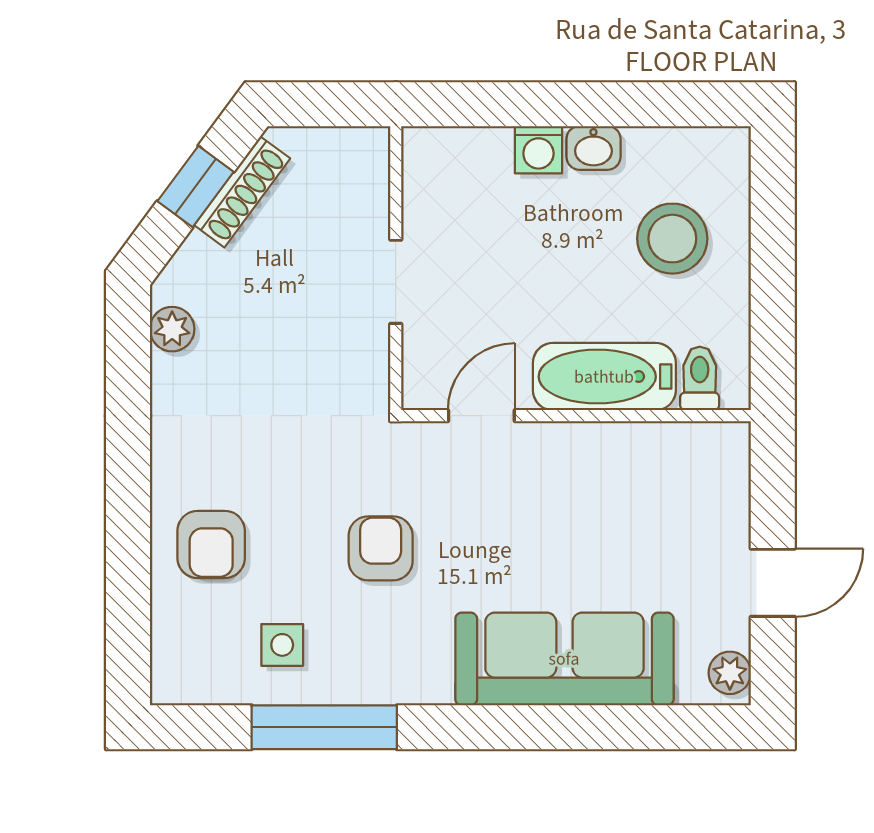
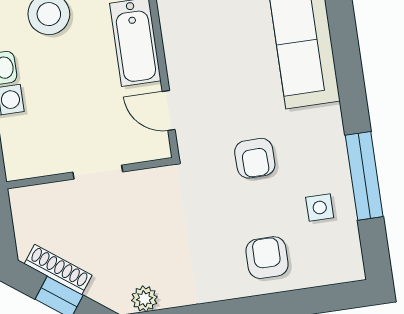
armchair: (211, 544) -> (267, 258), turned -90
armchair: (381, 548) -> (255, 158), turned -91

